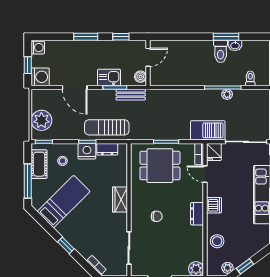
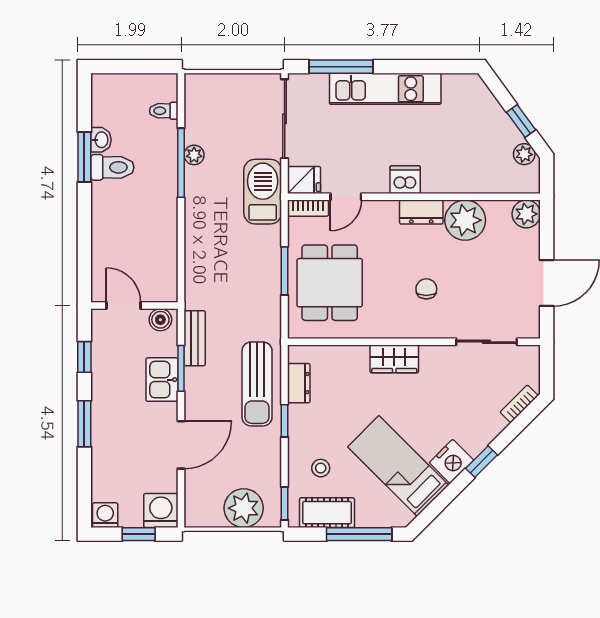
nightstand: (87, 151) -> (451, 461), moved, turned -135
plant: (193, 237) -> (465, 220), added
stool: (217, 241) -> (474, 174), removed

